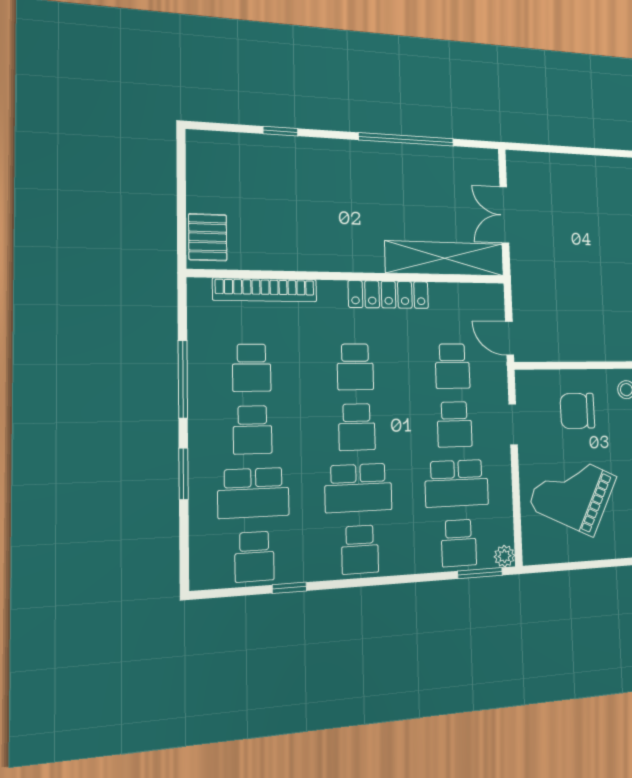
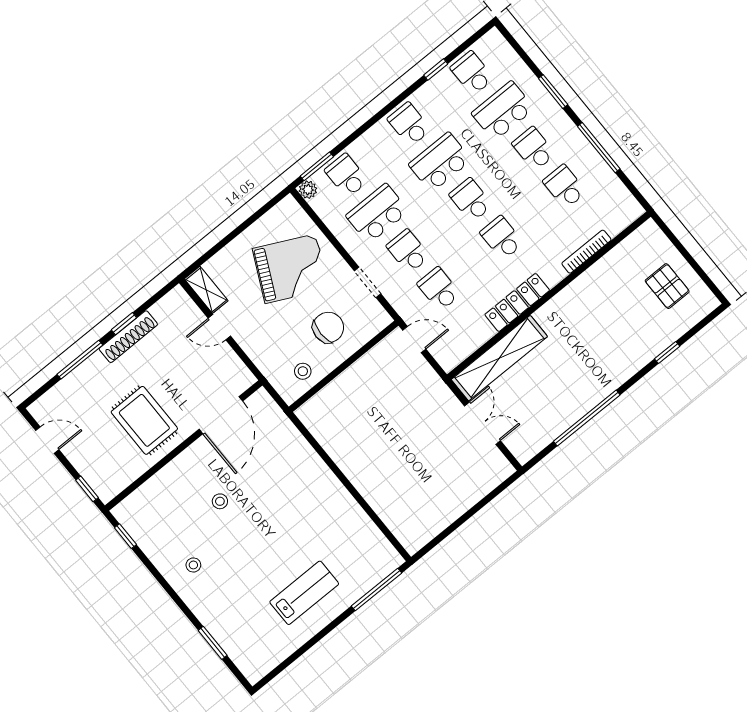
pallet: (208, 237) -> (667, 286), moved
bookcase: (265, 290) -> (586, 252), width x0.68, depth x0.76

